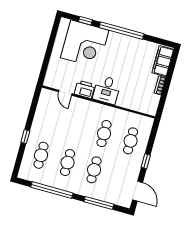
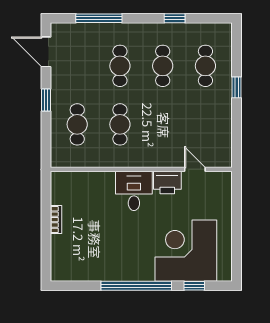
filing cabinet: (163, 61) -> (62, 257), removed
window: (52, 190) -> (175, 18), width x0.32

